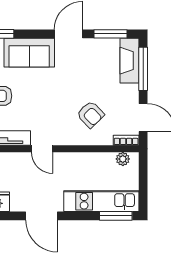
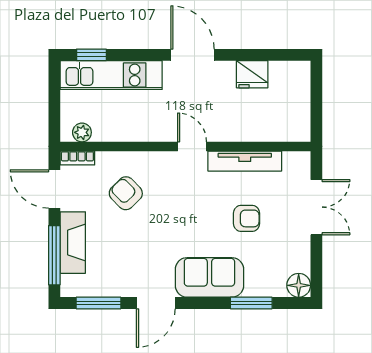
fireplace: (129, 61) -> (73, 243), moved
window: (116, 216) -> (91, 55), width x0.67

